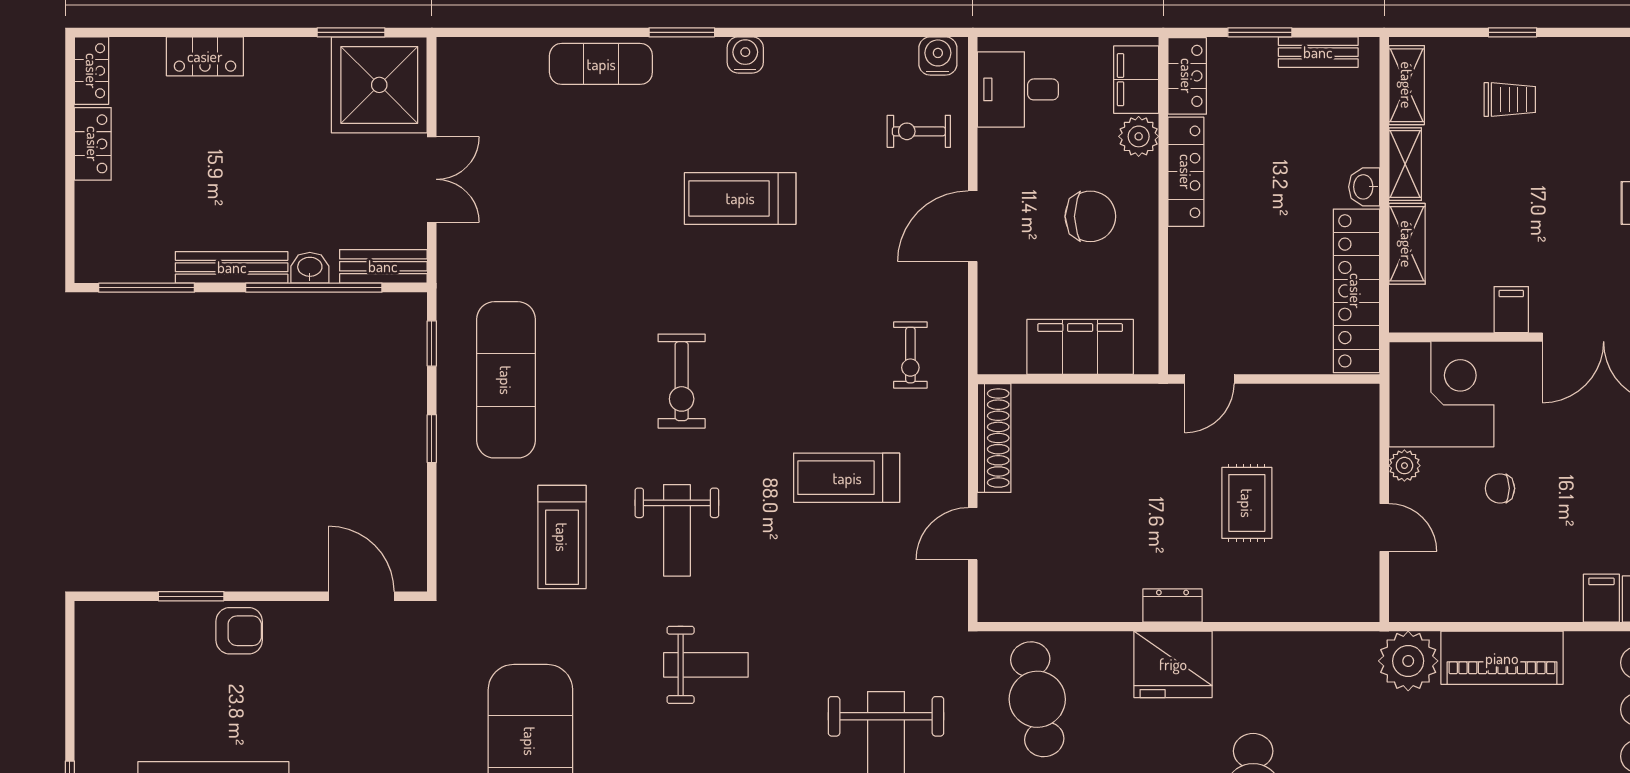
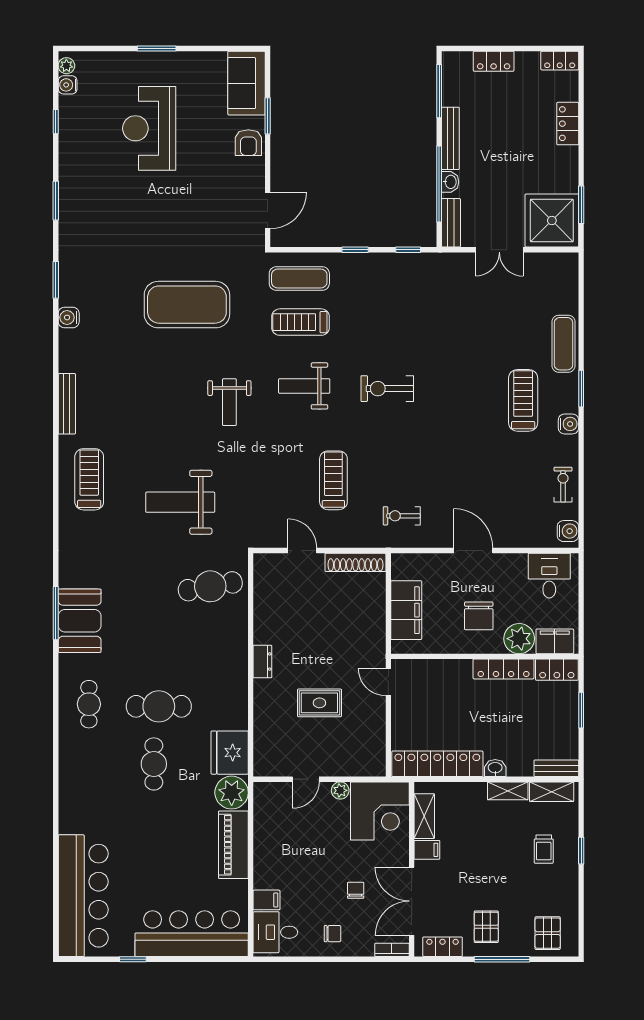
bench: (1318, 52) -> (556, 768), moved, turned 90
exercise bike: (919, 131) -> (563, 485), moved
plant: (1139, 136) -> (519, 639), width x1.36, depth x1.36
locker: (93, 144) -> (494, 61), moved
treadmill: (740, 198) -> (523, 400), moved
shelving: (1407, 244) -> (424, 816), moved, turned 90
exercise mat: (506, 380) -> (299, 279), moved, width x0.73, depth x0.69
chair: (1500, 488) -> (356, 890), moved
sofa: (132, 634) -> (247, 83), added
fridge: (1173, 664) -> (230, 753), moved

